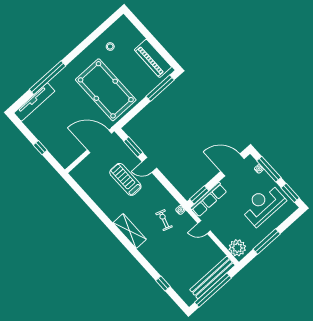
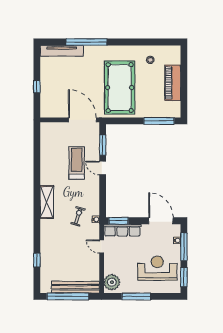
piano: (153, 58) -> (173, 83), moved

